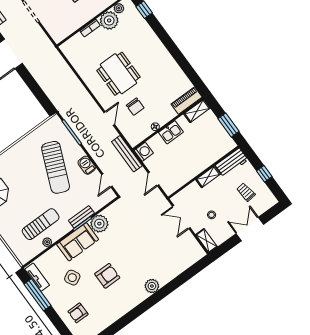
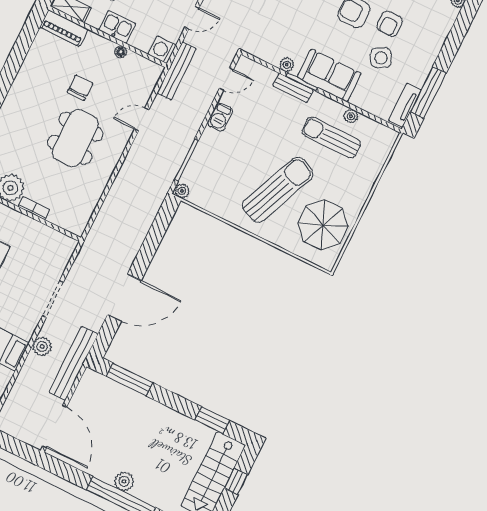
chair: (135, 107) -> (80, 88), moved
plant: (55, 120) -> (182, 191), added
sun lounger: (56, 167) -> (278, 190), moved
plant: (99, 224) -> (287, 65), width x0.53, depth x0.53
armchair: (78, 313) -> (390, 24), moved, turned 90

